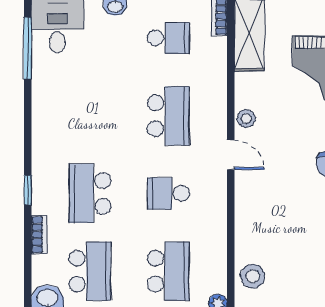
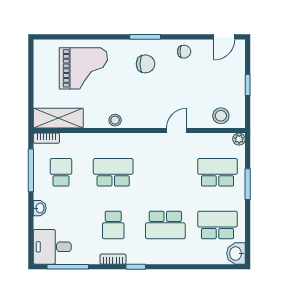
door: (231, 155) -> (177, 130), moved
window: (28, 190) -> (136, 267), moved
school desk: (168, 193) -> (113, 225), moved
bookcase: (39, 235) -> (113, 259), moved

